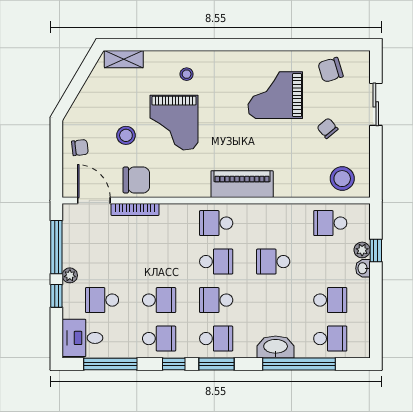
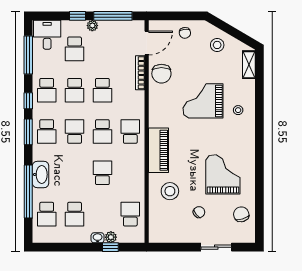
stool: (126, 135) -> (217, 45), moved
stool: (342, 179) -> (170, 191), moved
school desk: (159, 262) -> (102, 90), added
school desk: (102, 300) -> (75, 49), turned 180

